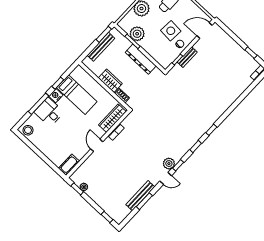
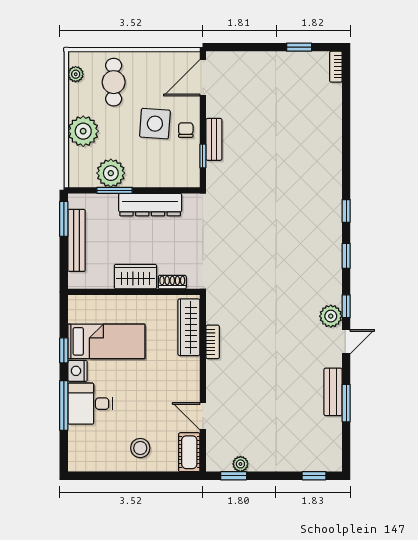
stool: (28, 130) -> (140, 448), moved
door: (97, 145) -> (203, 416), moved
bench: (140, 196) -> (333, 392), width x0.73

